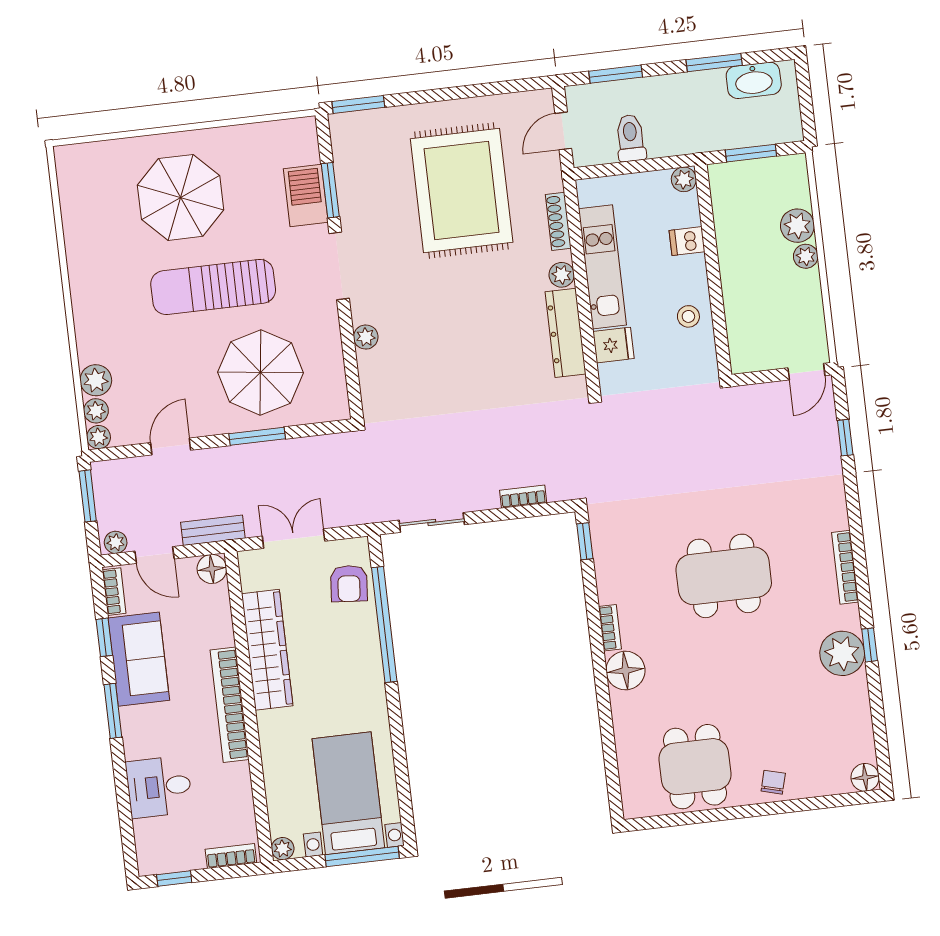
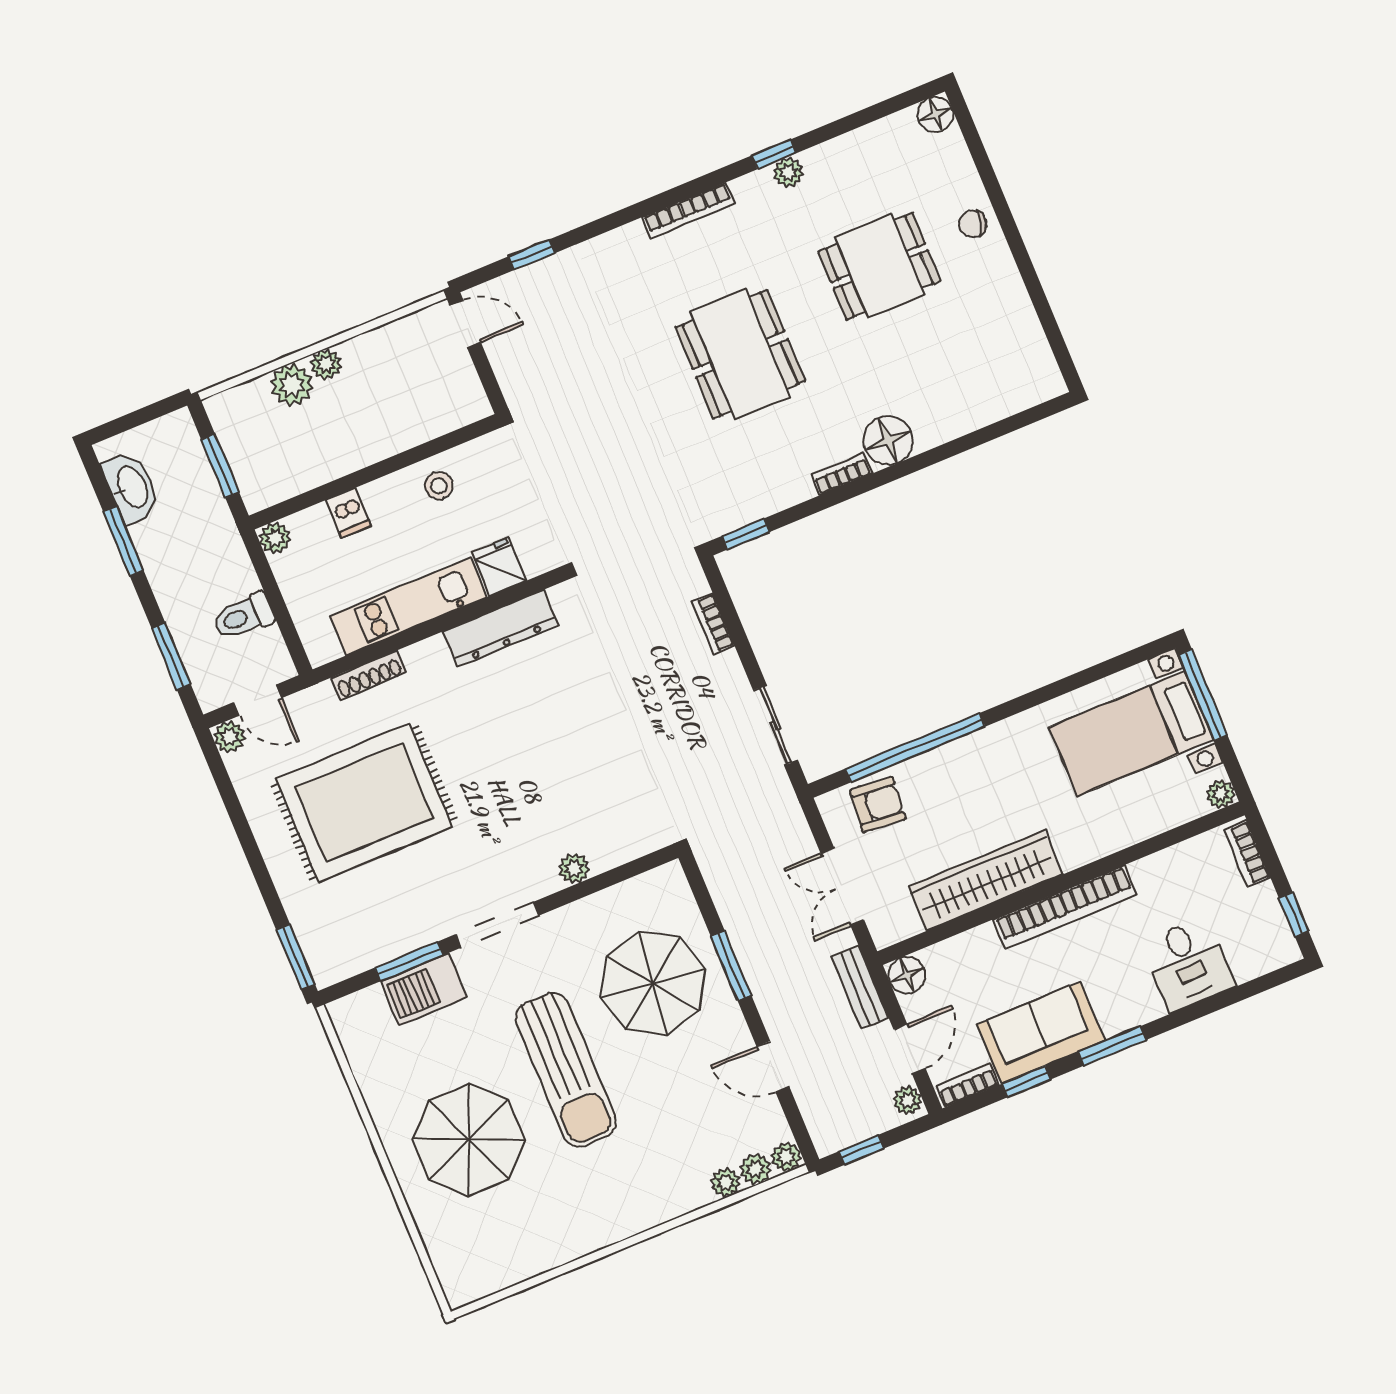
plant: (562, 275) -> (229, 737), moved
plant: (96, 380) -> (726, 1183), width x0.73, depth x0.73
window: (88, 496) -> (861, 1150), width x0.67
plant: (842, 653) -> (788, 173), width x0.53, depth x0.53
dining table: (695, 767) -> (880, 266), moved

